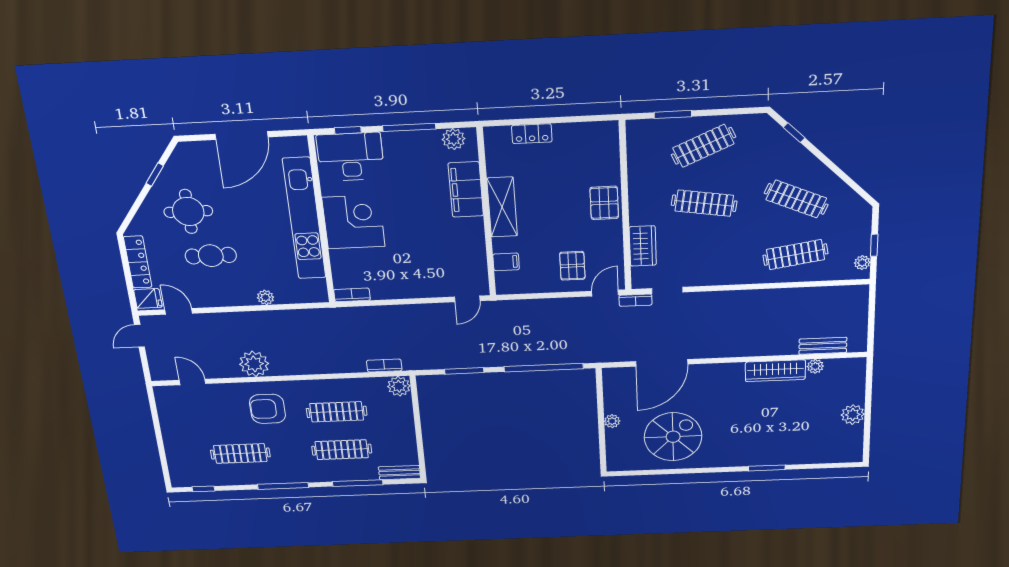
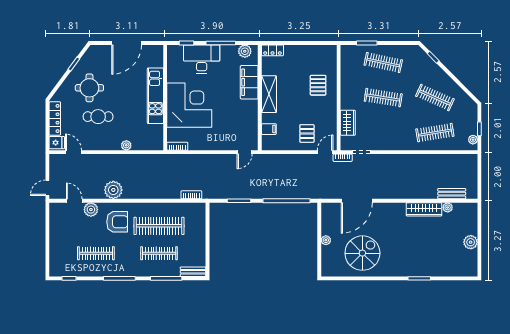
locker: (532, 134) -> (273, 50), moved
clothes rail: (703, 146) -> (383, 62), turned 36
desk: (351, 157) -> (202, 59), moved
pallet: (604, 203) -> (318, 85), moved
kitchen unit: (304, 219) -> (155, 96), width x0.73
corner desk: (353, 222) -> (189, 105), width x1.36, depth x1.36
door: (139, 336) -> (47, 188), moved
plant: (399, 386) -> (91, 210), moved
armchair: (268, 409) -> (117, 222), turned 180
clothes rail: (337, 412) -> (159, 226), width x1.37, depth x1.31

